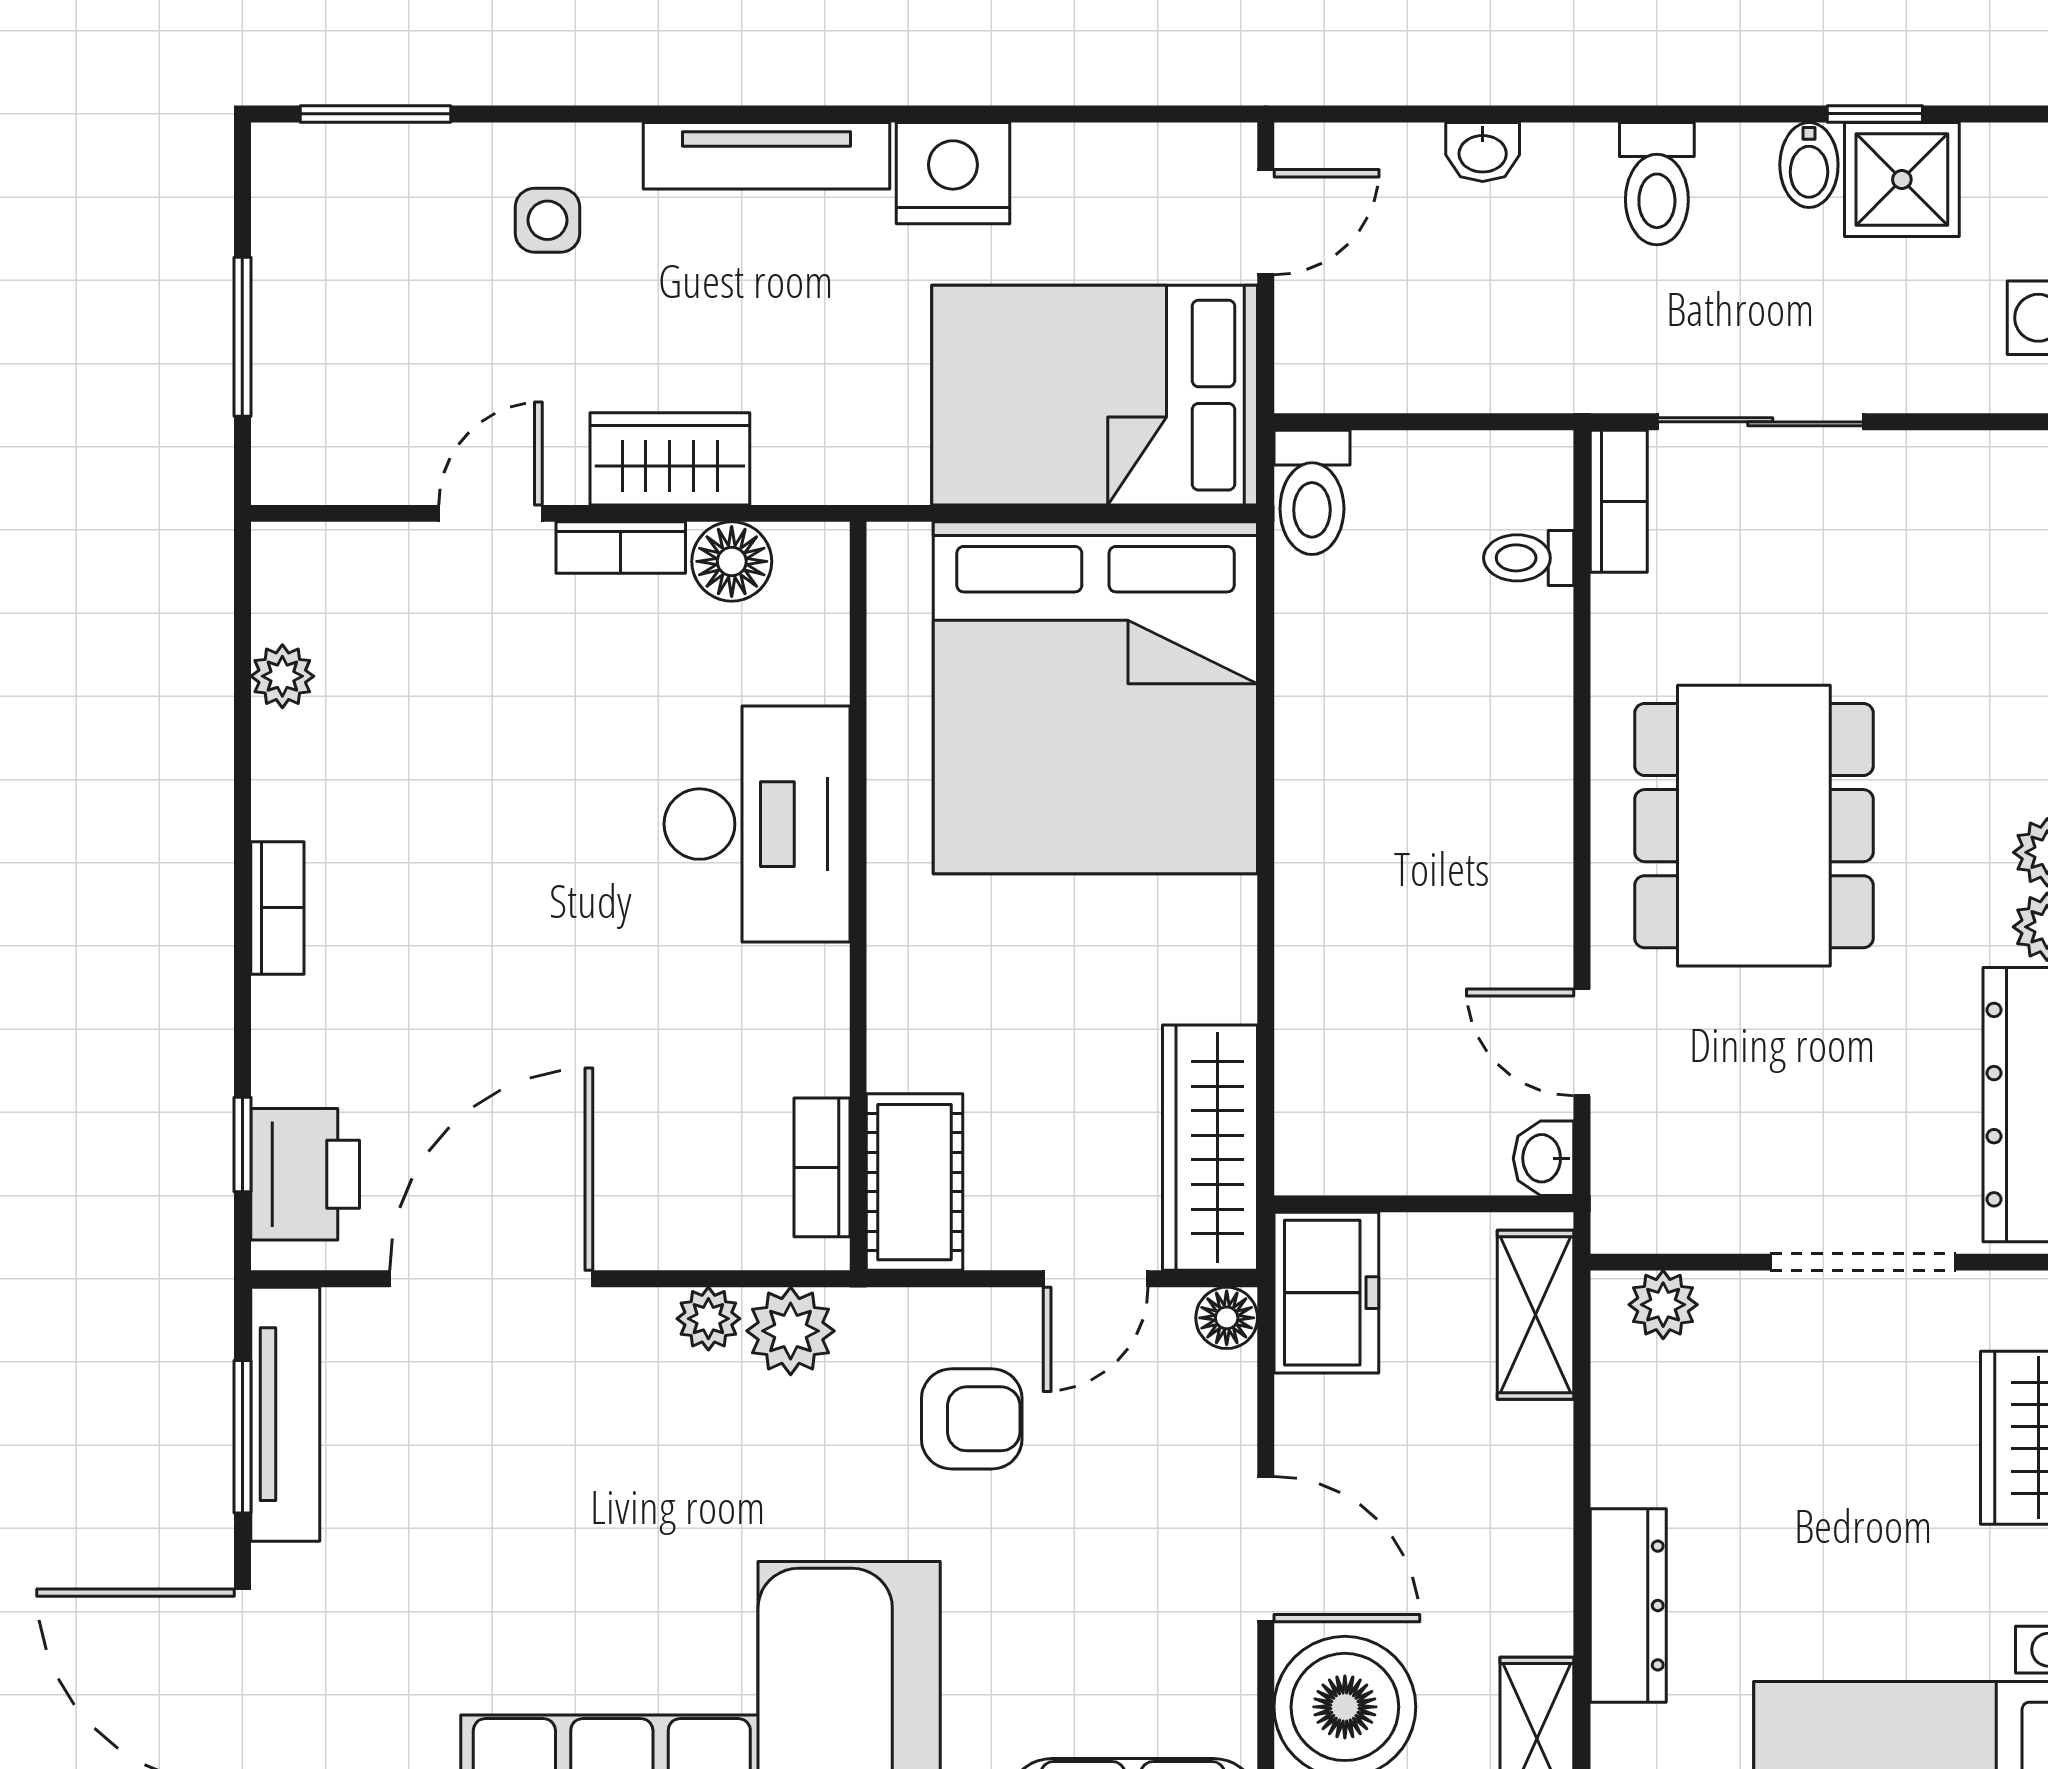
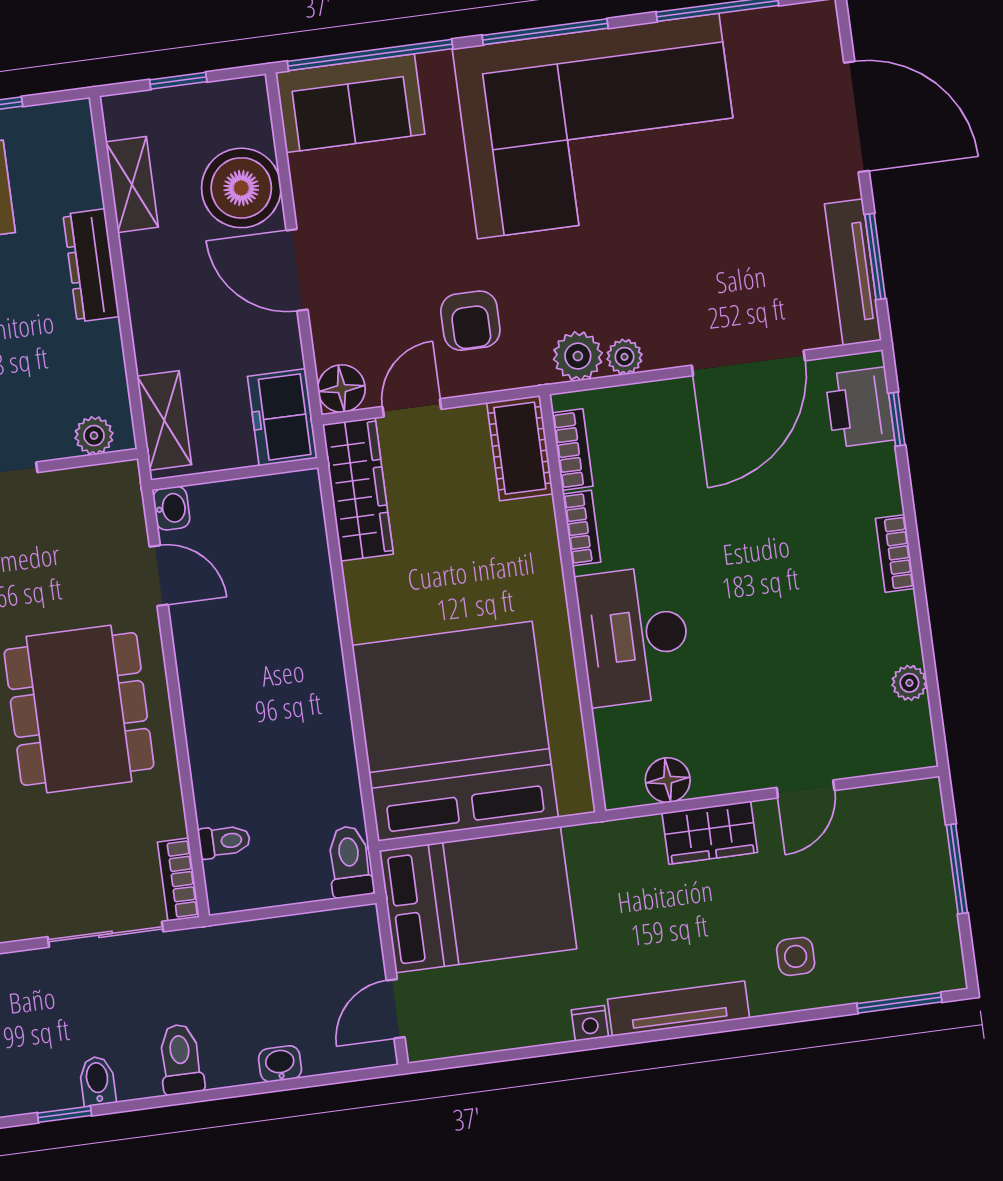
nightstand: (953, 173) -> (590, 1023), width x0.53, depth x0.56
shower: (1902, 179) -> (45, 1080), removed
bookcase: (621, 547) -> (582, 528), moved, turned 90
floor lamp: (1227, 1318) -> (341, 389), width x1.37, depth x1.37
armchair: (972, 1419) -> (470, 321), turned -90

